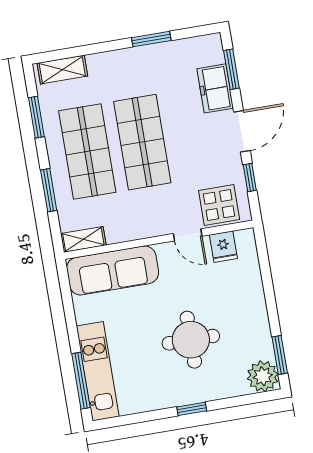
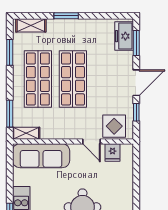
window: (151, 39) -> (66, 16), moved
freezer: (215, 88) -> (124, 36), moved
window: (49, 190) -> (10, 114), moved

